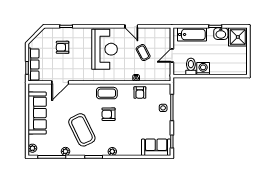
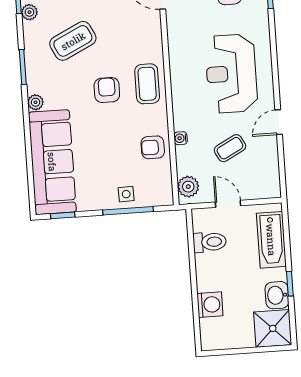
reception desk: (105, 49) -> (231, 74), turned 90
washing machine: (203, 69) -> (210, 305), moved
plant: (161, 76) -> (188, 187), added
coffee table: (82, 130) -> (73, 41), width x0.73, depth x0.76
sofa: (156, 147) -> (52, 162), width x1.85, depth x1.27

